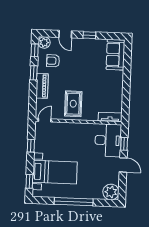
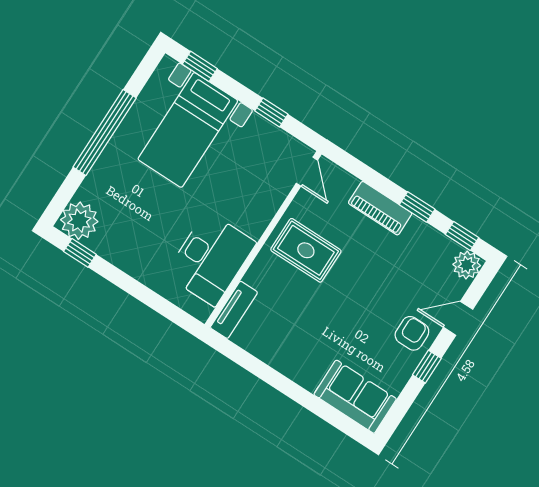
armchair: (53, 61) -> (412, 333), moved
desk: (108, 140) -> (211, 259), moved, turned -90
window: (124, 144) -> (80, 253), moved
door: (123, 165) -> (120, 279), removed

